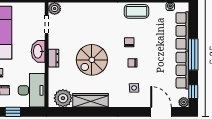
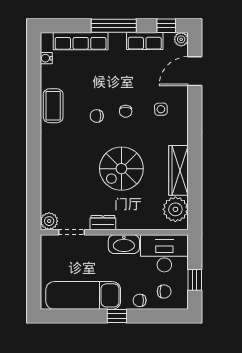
washbasin: (38, 51) -> (124, 244), moved
dresser: (54, 58) -> (103, 223), moved
spiral stairs: (92, 60) -> (121, 169), turned 90
row of seats: (182, 70) -> (145, 41), width x0.68

